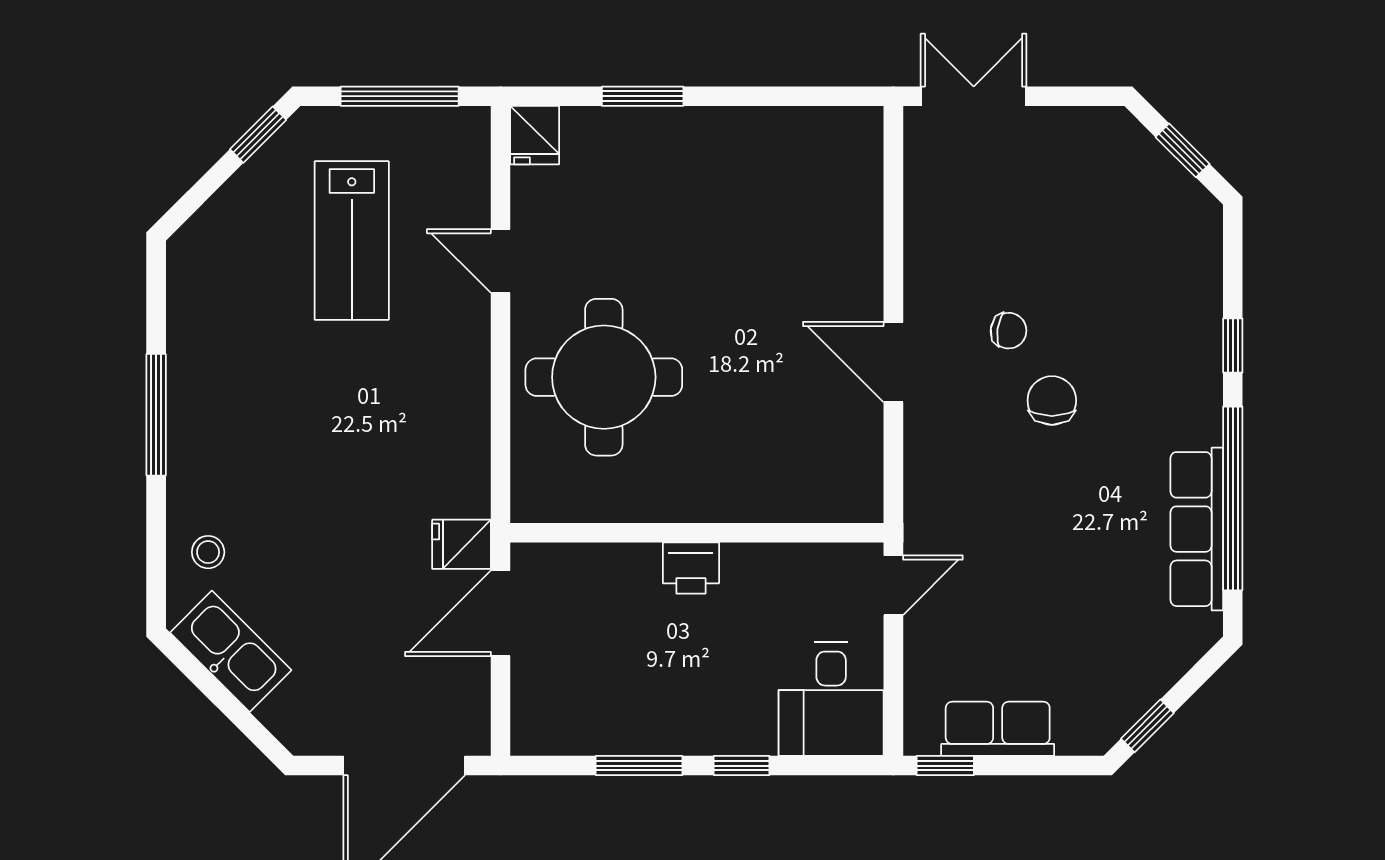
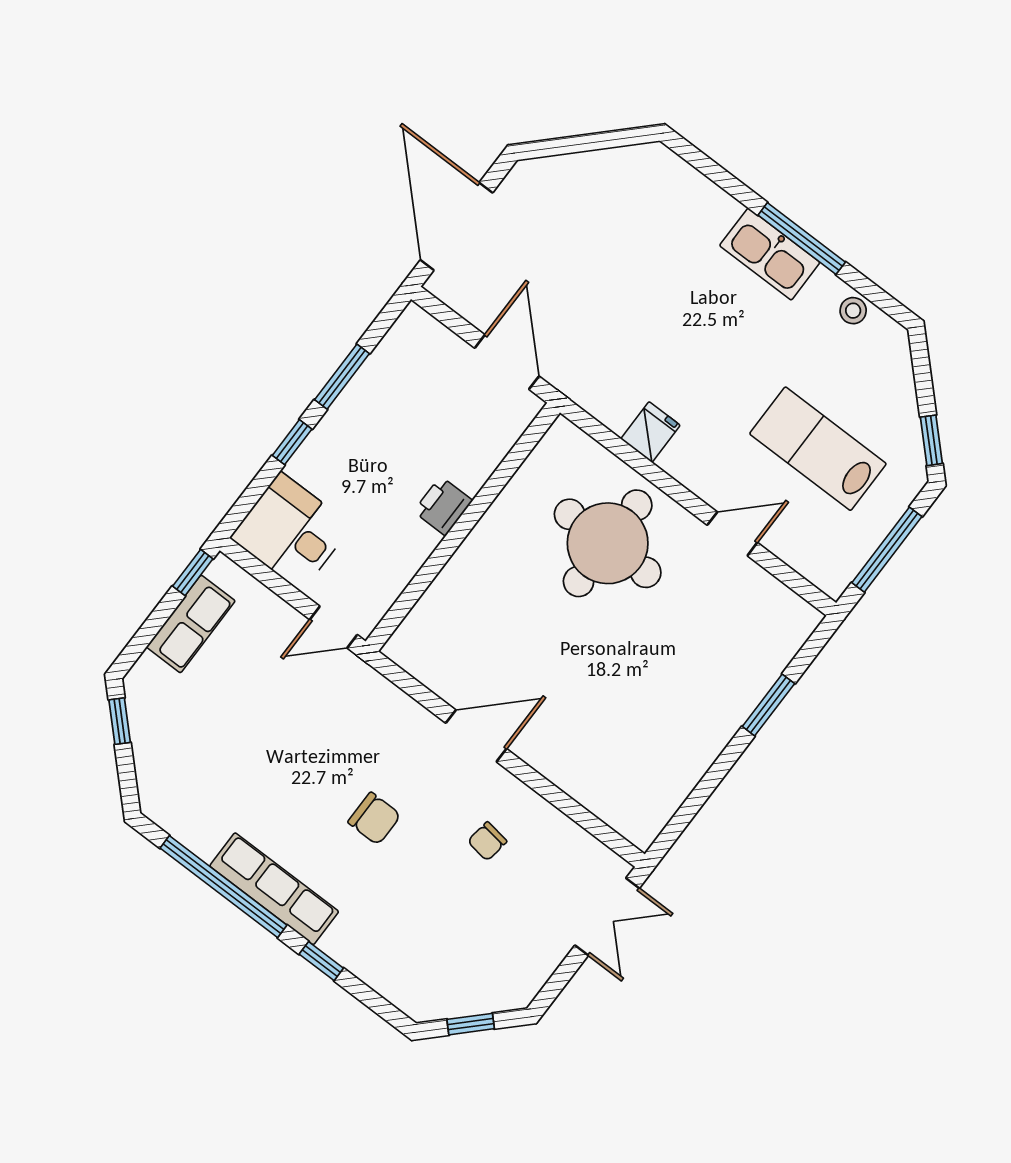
fridge: (535, 135) -> (796, 617), removed
chair: (1009, 331) -> (487, 841), moved
row of seats: (1197, 529) -> (274, 889), moved
fridge: (461, 544) -> (650, 432), moved
stool: (208, 552) -> (853, 311), moved
door: (893, 585) -> (333, 627), hinge flipped
kitchen sink: (231, 651) -> (770, 254), moved, turned 45

